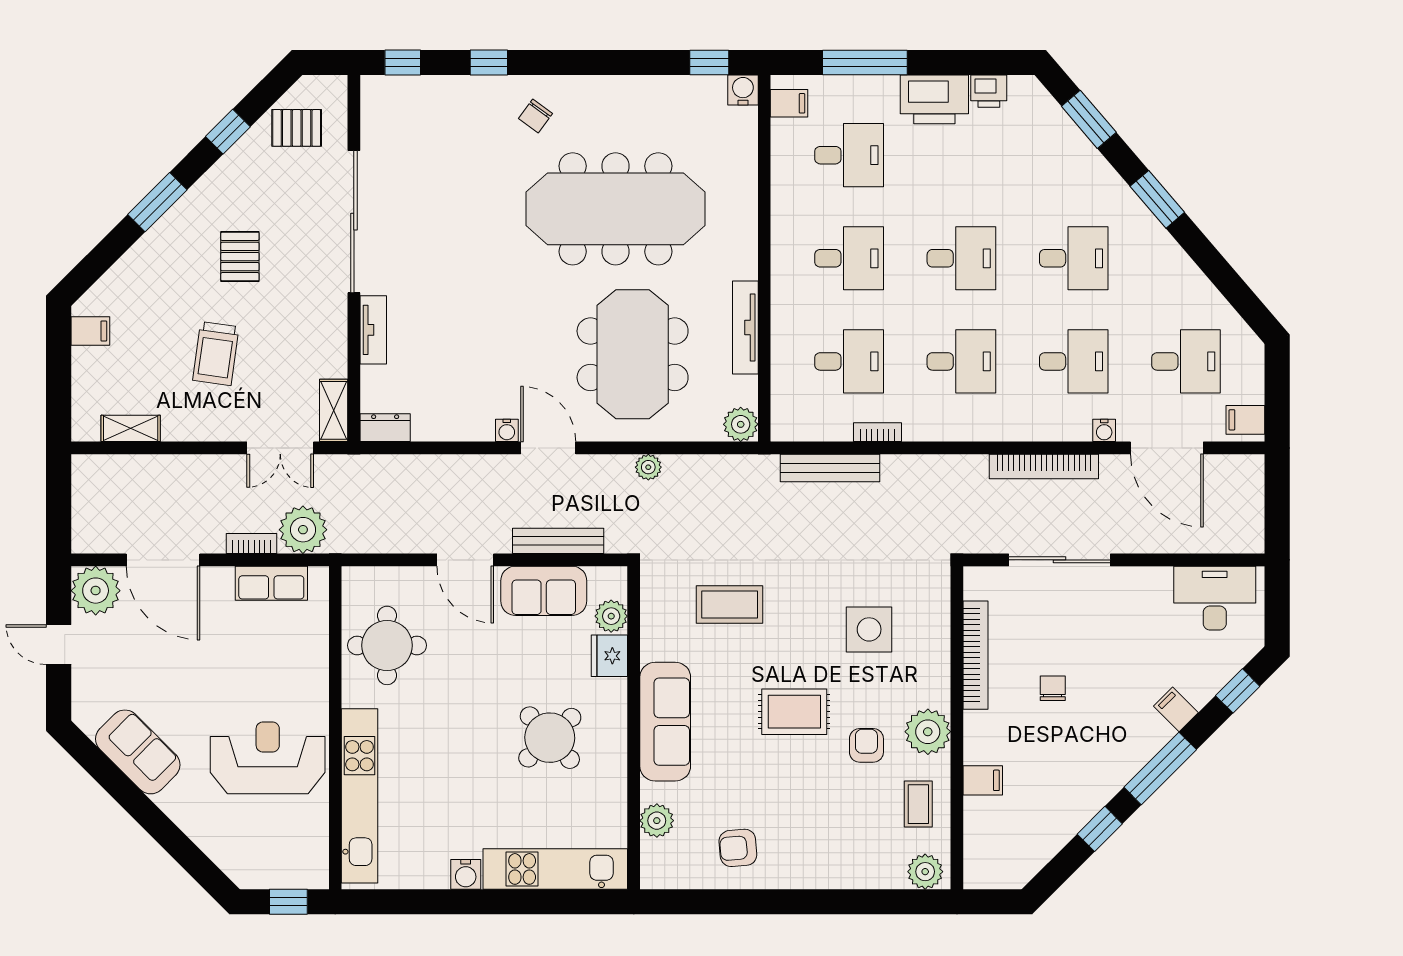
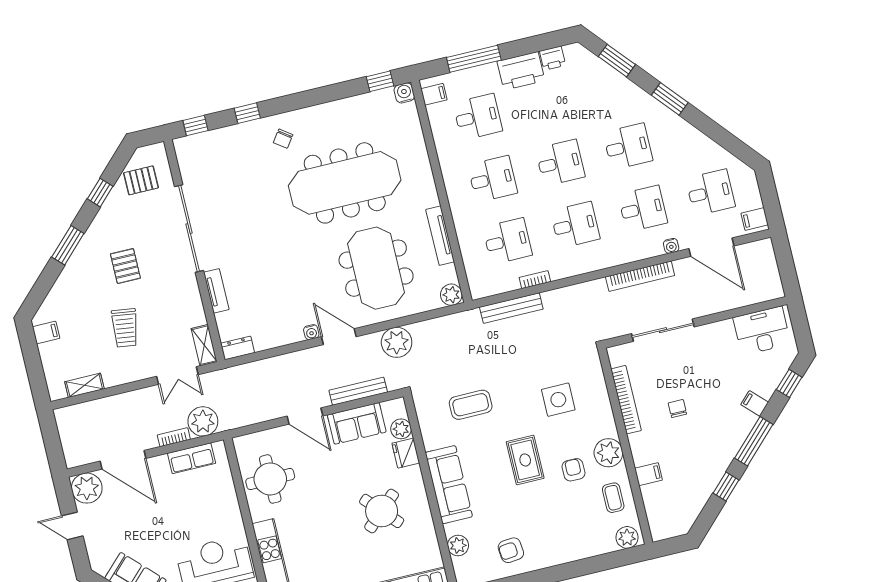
plant: (648, 467) -> (397, 342), width x1.87, depth x1.87
rug: (794, 712) -> (525, 460), turned 90

